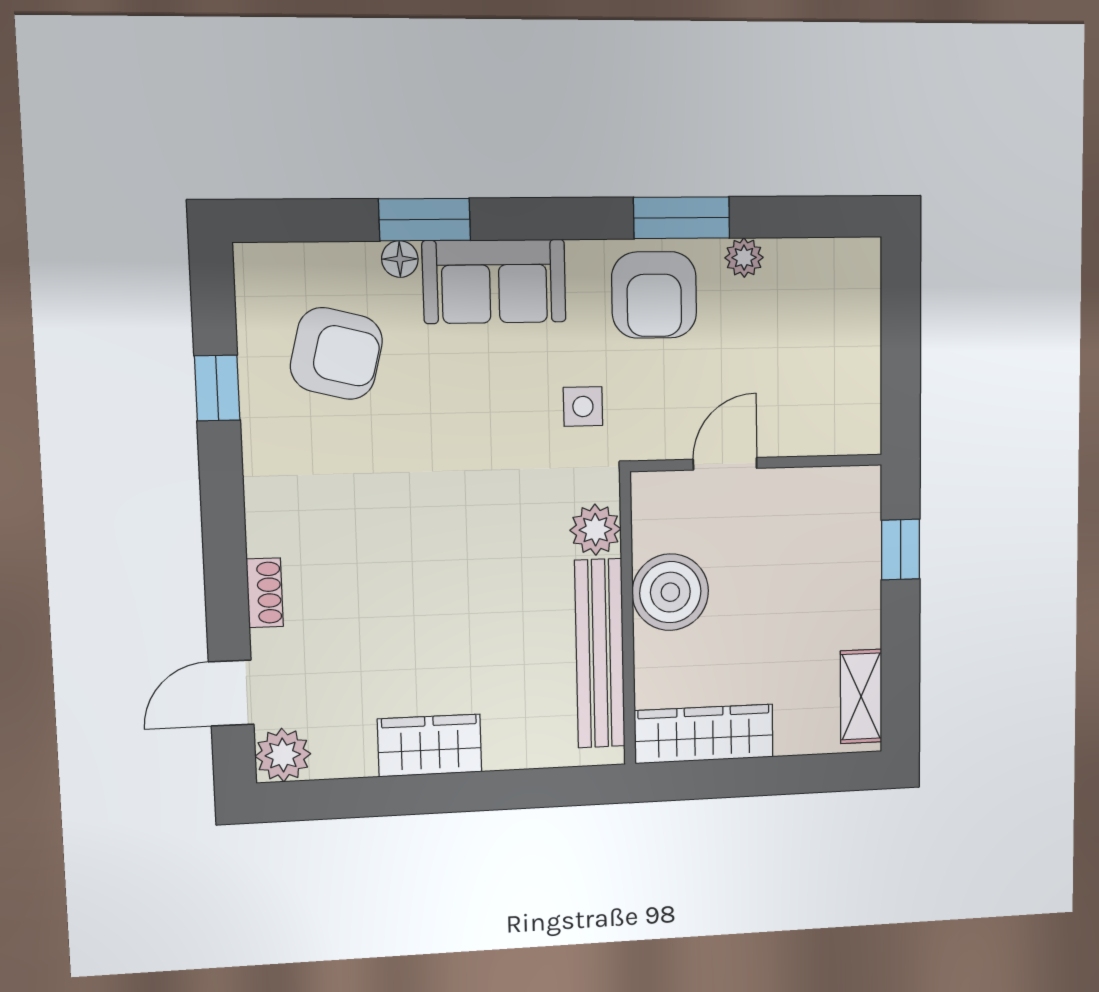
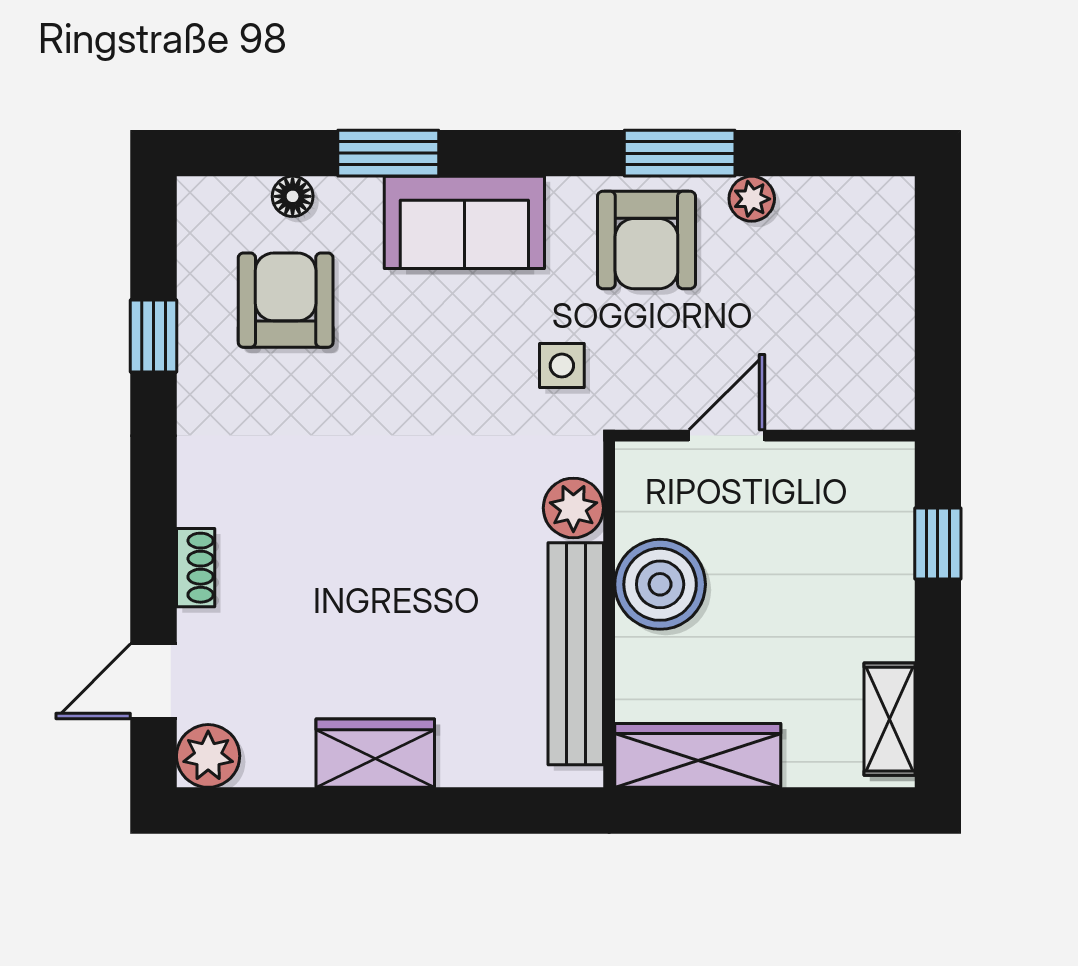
floor lamp: (400, 259) -> (293, 196), moved
armchair: (336, 353) -> (286, 300), turned -104

